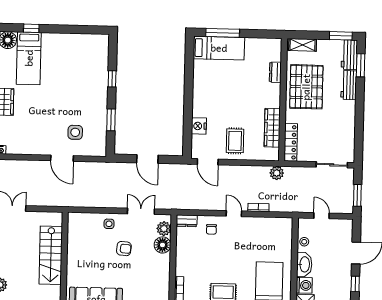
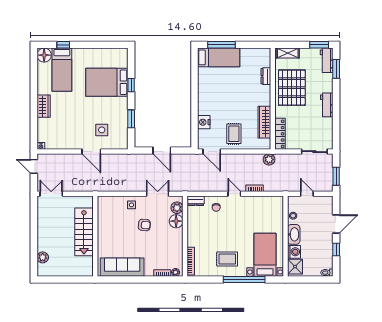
bed: (83, 75) -> (107, 82), added
workbench: (349, 85) -> (327, 105), moved

